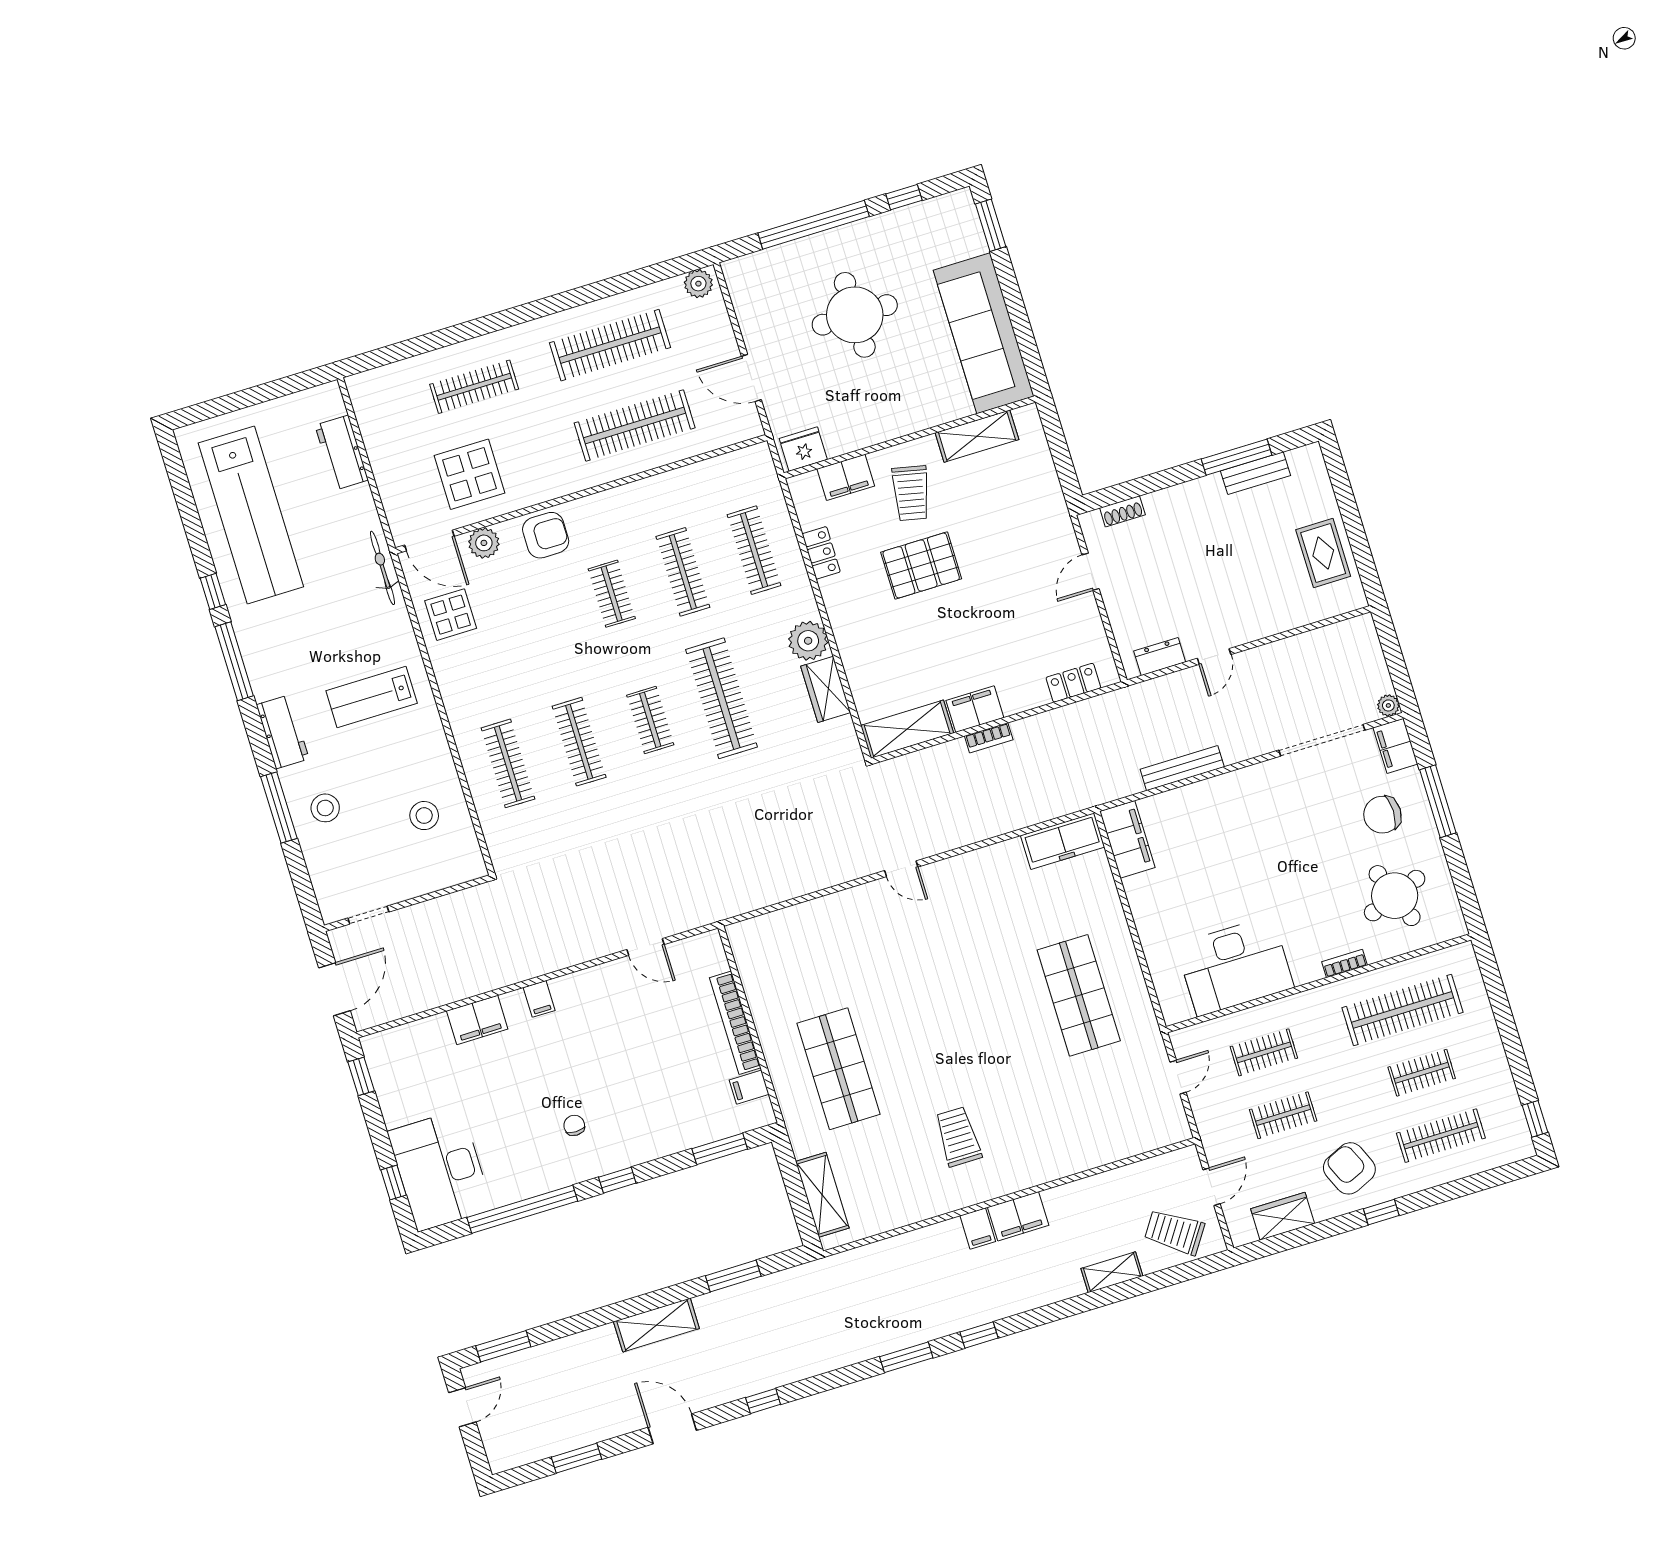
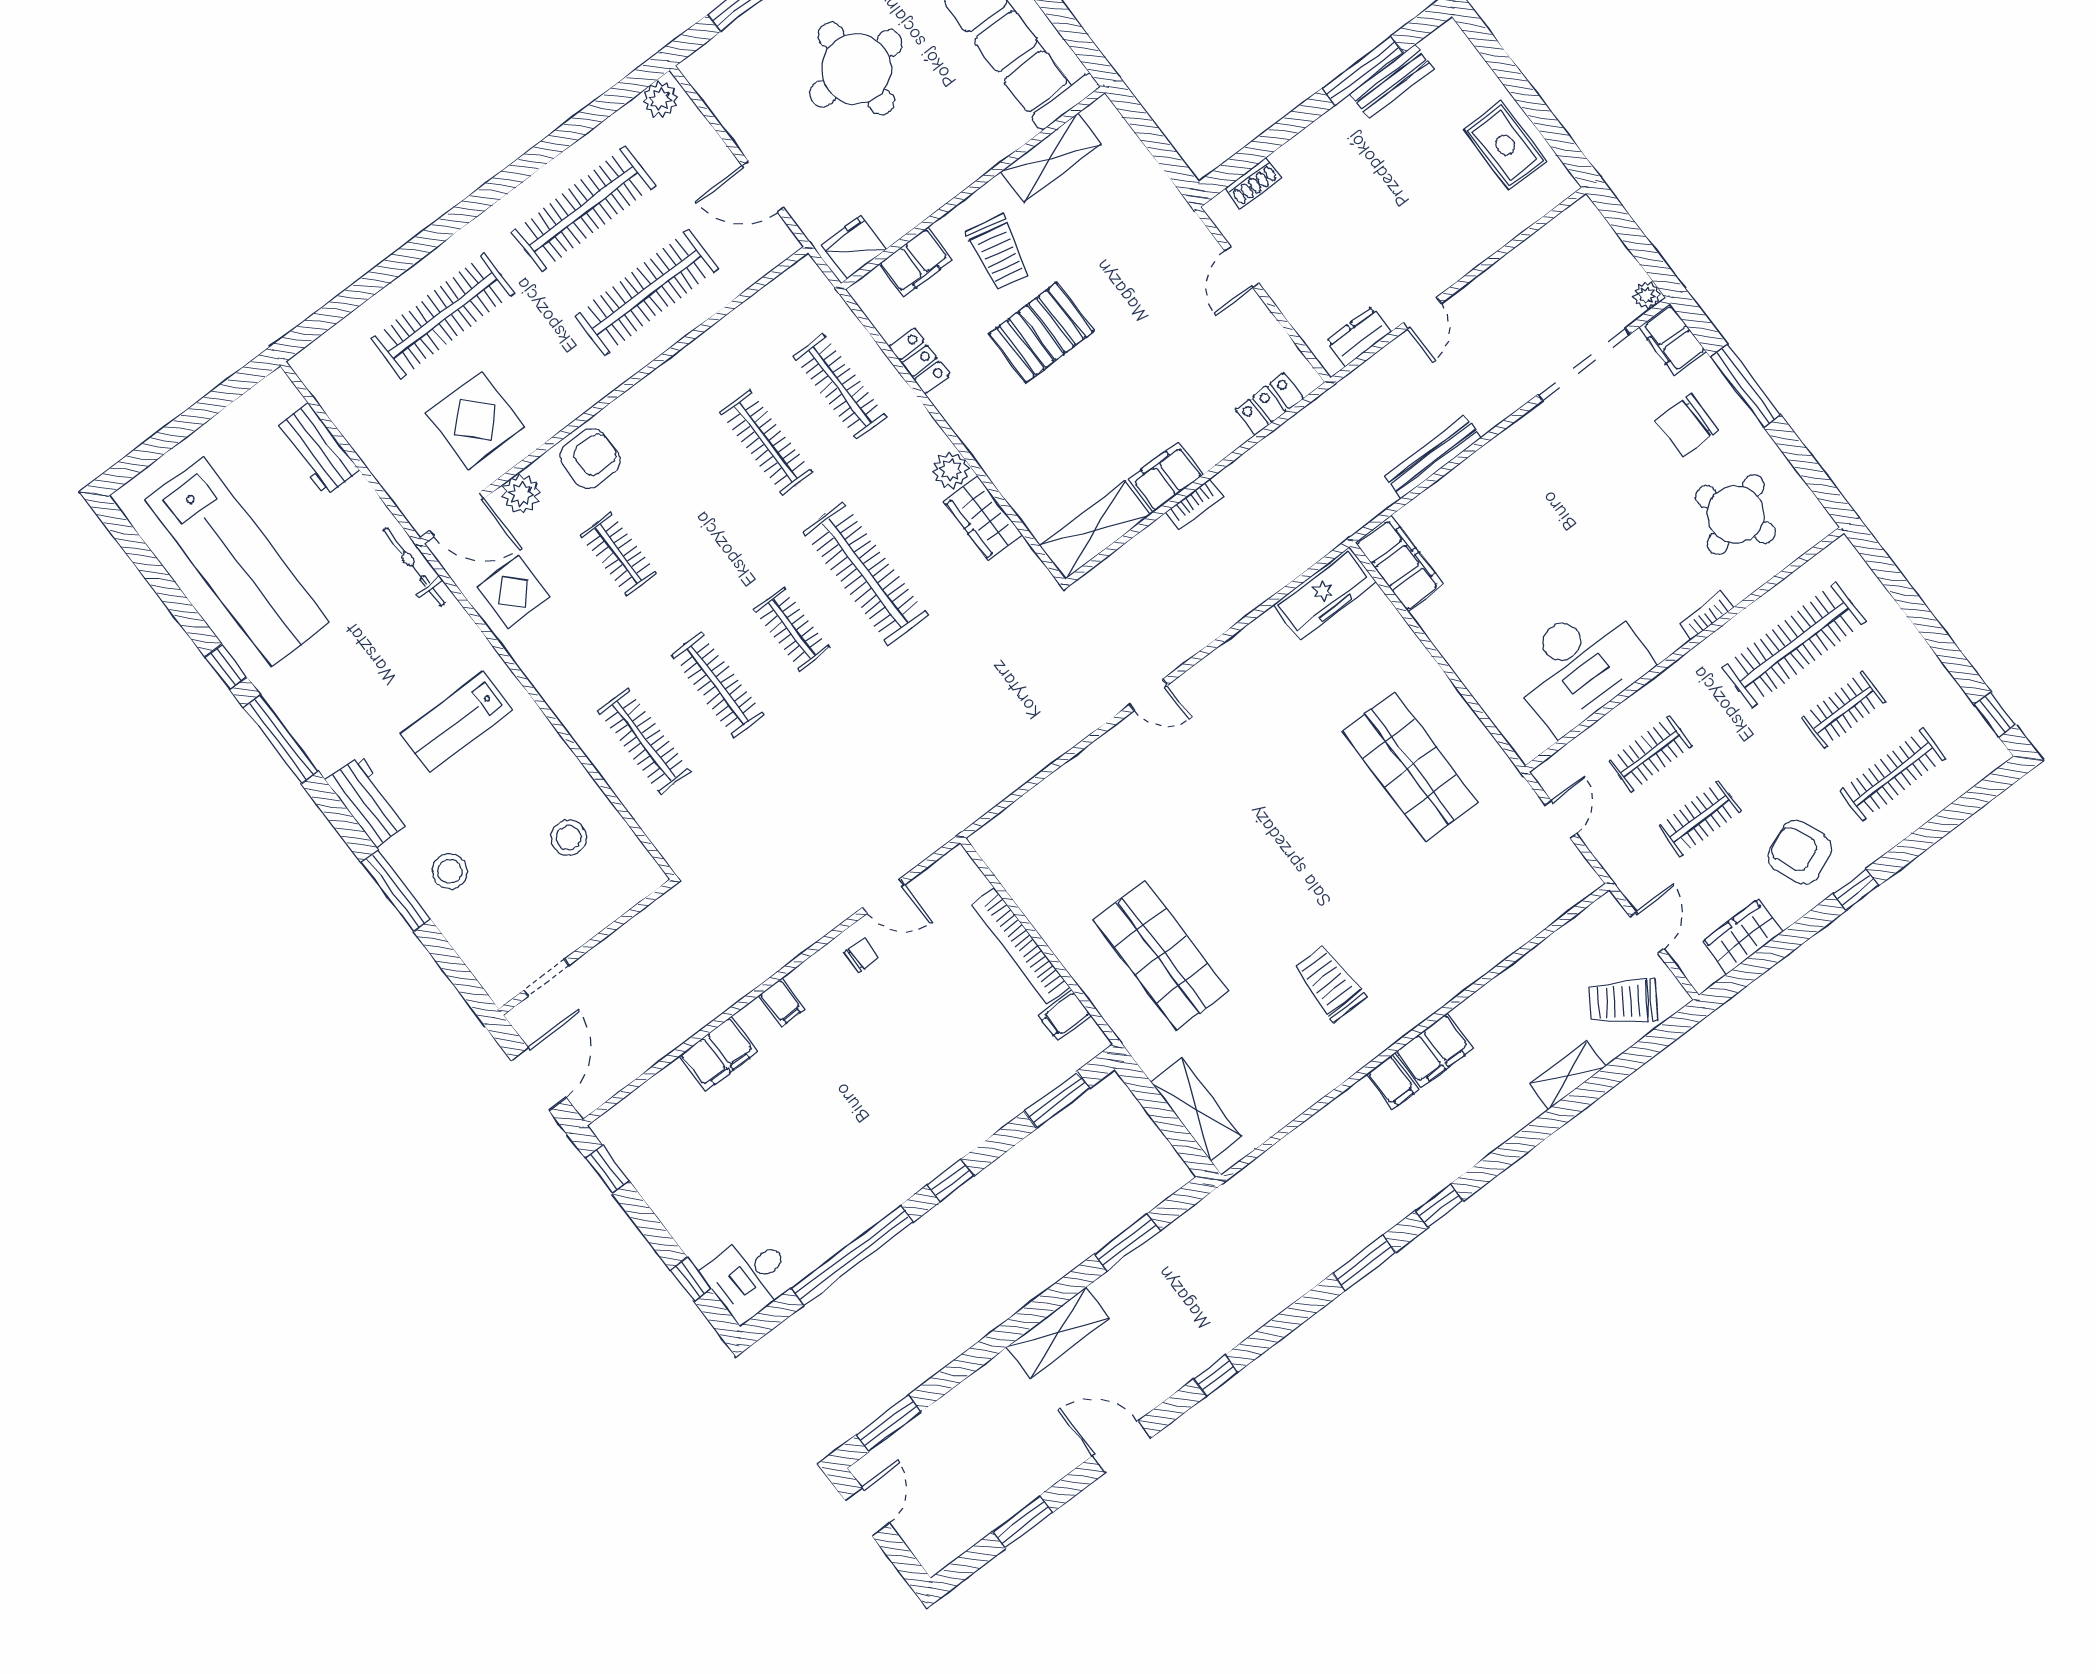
clothes rail: (474, 387) -> (443, 316), width x1.37, depth x1.31
clothes rail: (612, 594) -> (619, 554), moved
plant: (808, 641) -> (951, 470), width x0.73, depth x0.73
chair: (574, 1125) -> (861, 955), moved, turned 90
desk: (440, 1170) -> (749, 1276), width x0.53, depth x0.77

